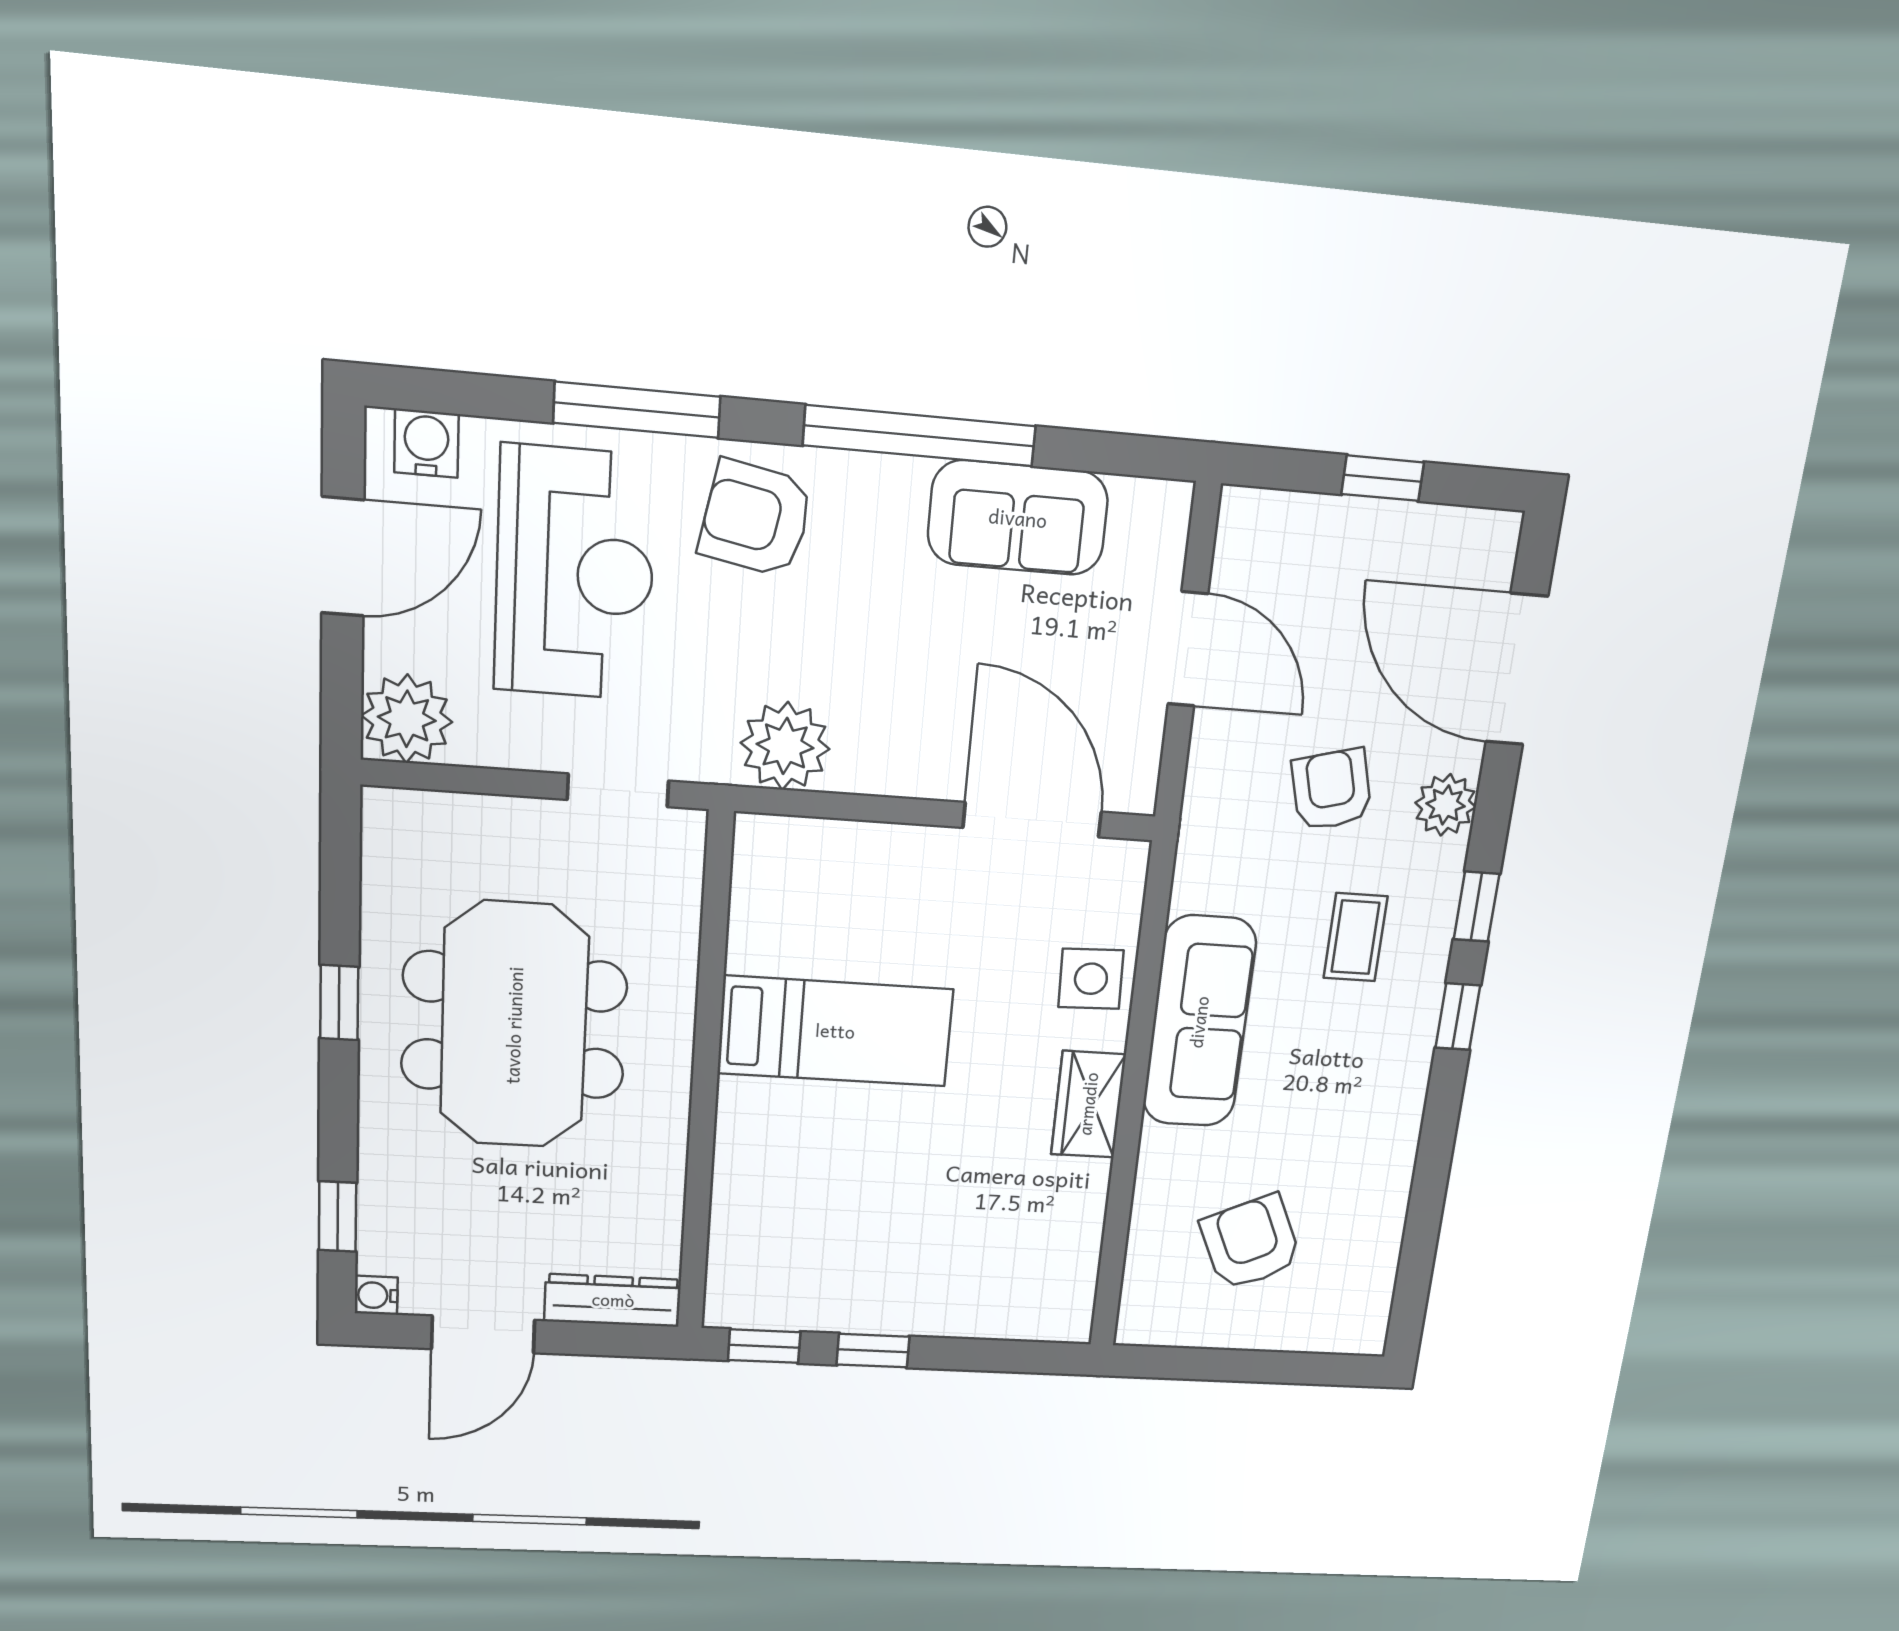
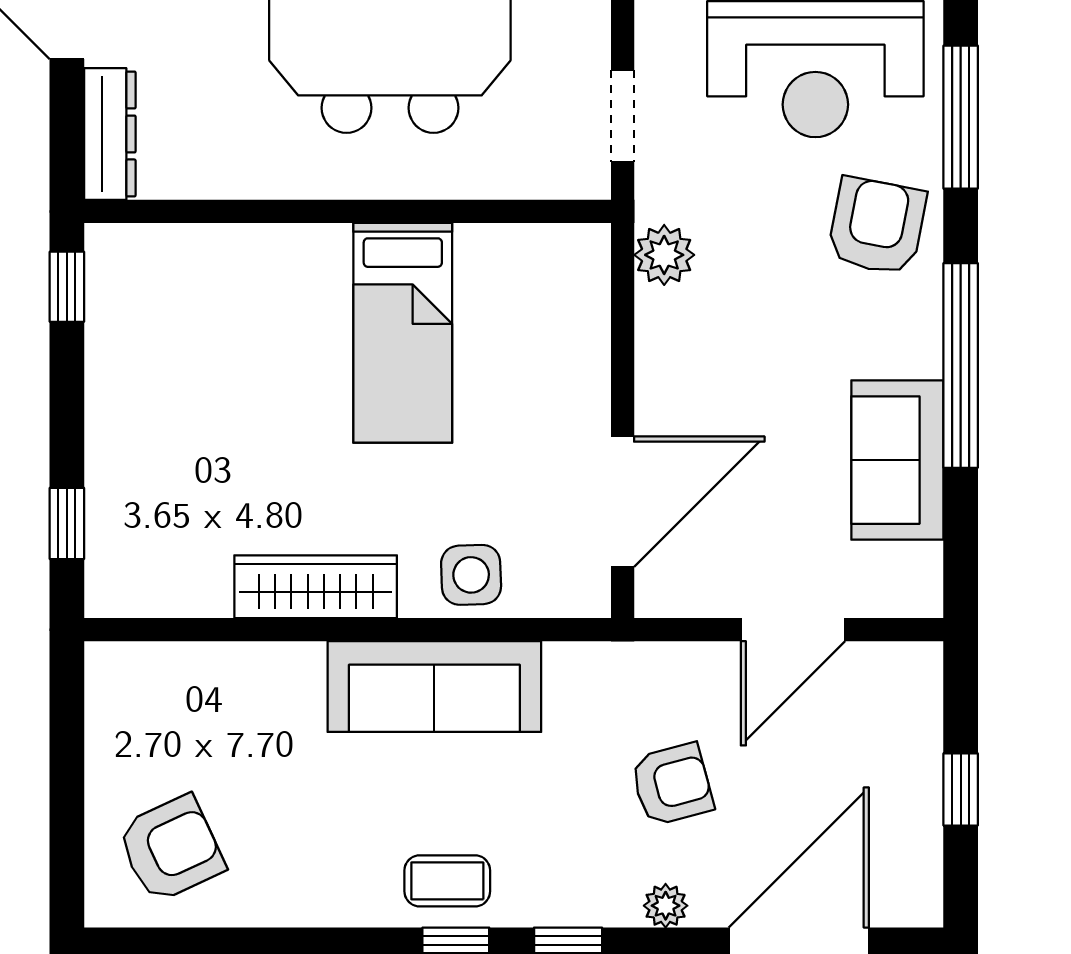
plant: (785, 746) -> (664, 255), width x0.73, depth x0.73
plant: (1446, 805) -> (666, 906), width x0.73, depth x0.73
coffee table: (1355, 937) -> (447, 881), moved
wardrobe: (1088, 1104) -> (316, 587), width x1.50
armchair: (1251, 1242) -> (171, 849), moved
window: (873, 1351) -> (67, 523), moved

